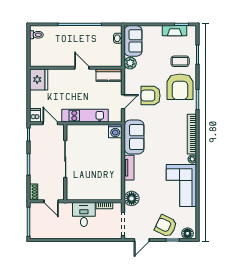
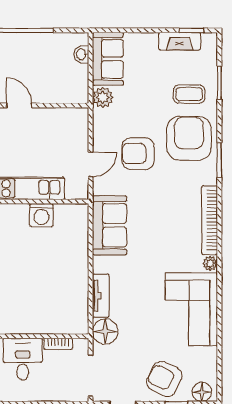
kitchen counter: (109, 75) -> (65, 118), removed
armchair: (180, 87) -> (189, 138), turned 180
washing machine: (115, 131) -> (41, 215), moved
tv unit: (129, 168) -> (101, 296), moved

